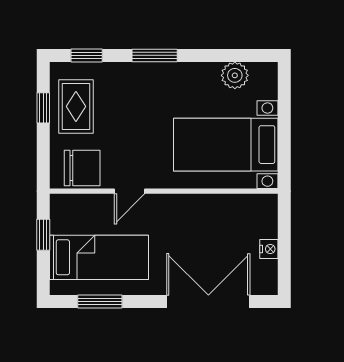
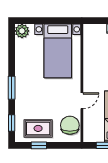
plant: (235, 75) -> (22, 31), moved
door: (129, 191) -> (82, 101), hinge flipped

